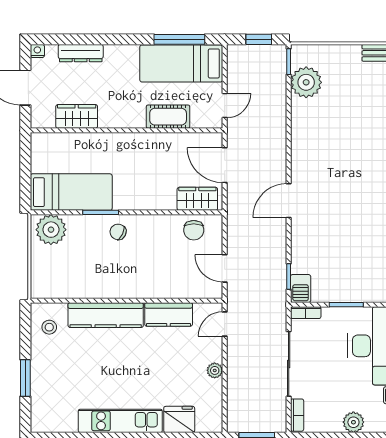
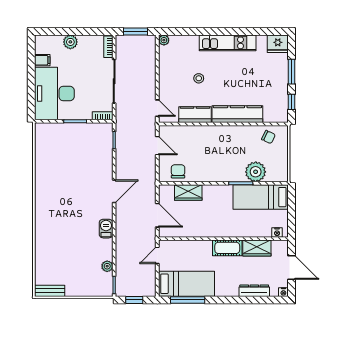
plant: (306, 82) -> (107, 266), width x0.53, depth x0.53
cot: (168, 117) -> (227, 248), moved
nightstand: (47, 140) -> (277, 232), added
wardrobe: (197, 199) -> (188, 193), moved
plant: (51, 230) -> (256, 172), moved
chair: (118, 232) -> (268, 137), moved
barbecue: (301, 288) -> (106, 229), moved
door: (225, 324) -> (157, 108), hinge flipped
stool: (49, 327) -> (199, 78), moved
window: (25, 333) -> (292, 102), added
plant: (215, 370) -> (164, 40), moved
fridge: (179, 419) -> (278, 44), moved

